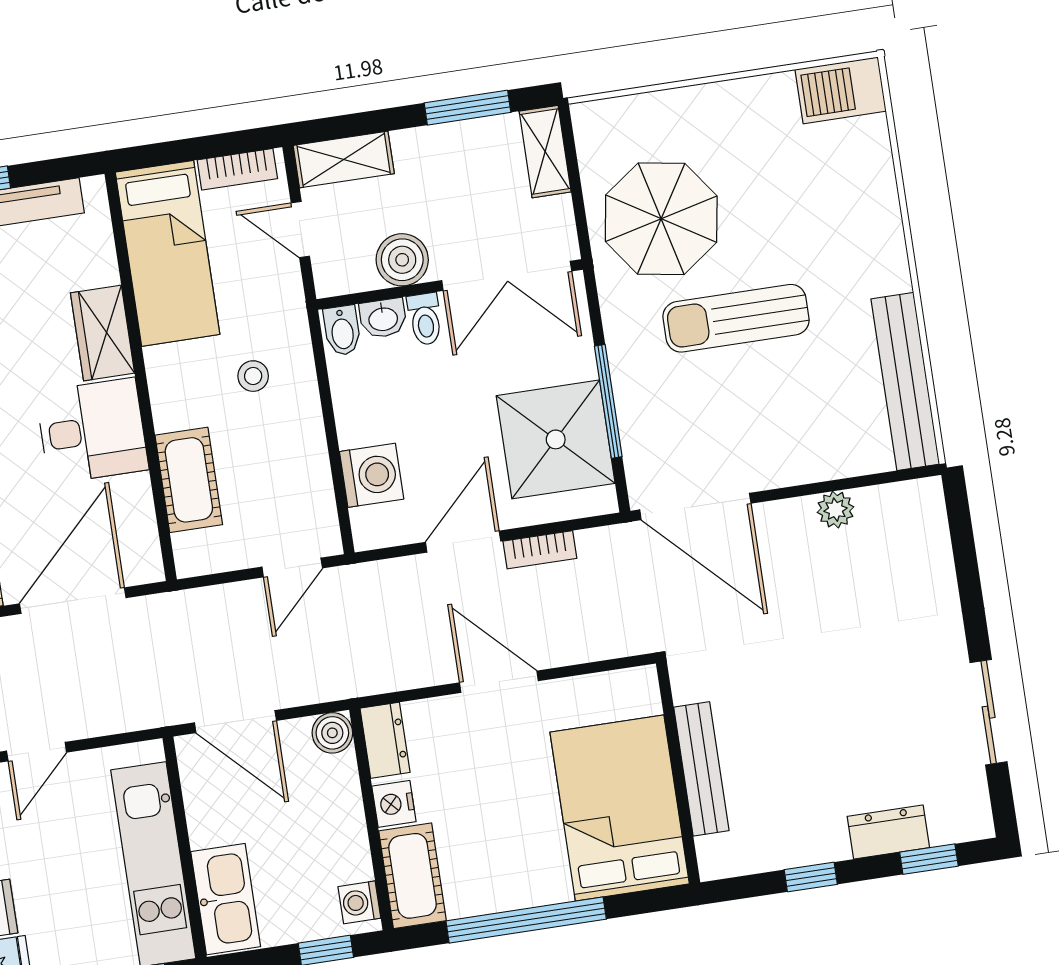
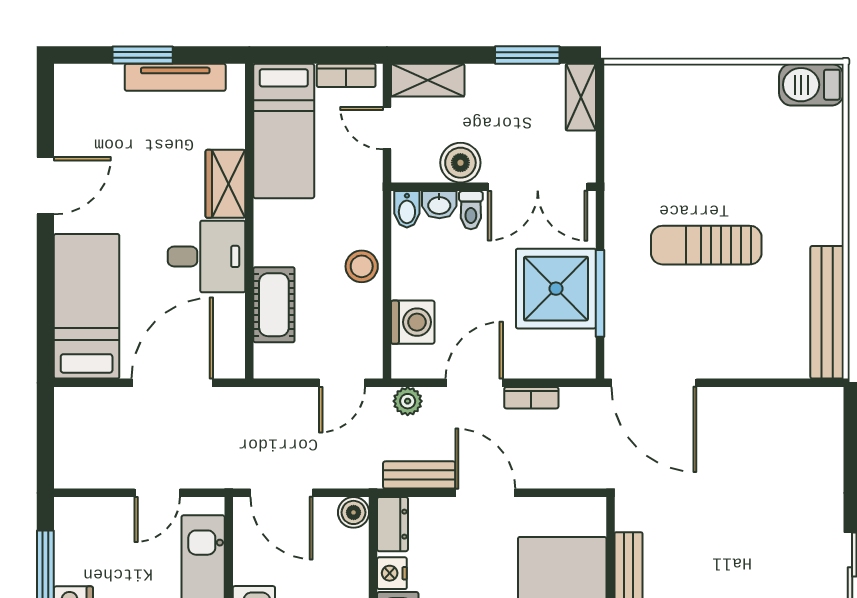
parasol: (661, 219) -> (661, 161), removed
stool: (253, 376) -> (362, 266), moved, width x1.37, depth x1.37
shower: (556, 439) -> (556, 289), moved
plant: (836, 510) -> (408, 401), moved
bench: (410, 672) -> (419, 475), added
door: (37, 752) -> (157, 493), moved

